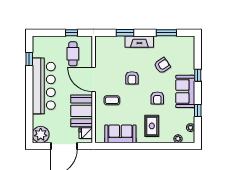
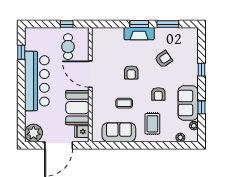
window: (125, 33) -> (139, 24), moved
sofa: (185, 91) -> (188, 103), moved
coffee table: (112, 100) -> (124, 103), moved

